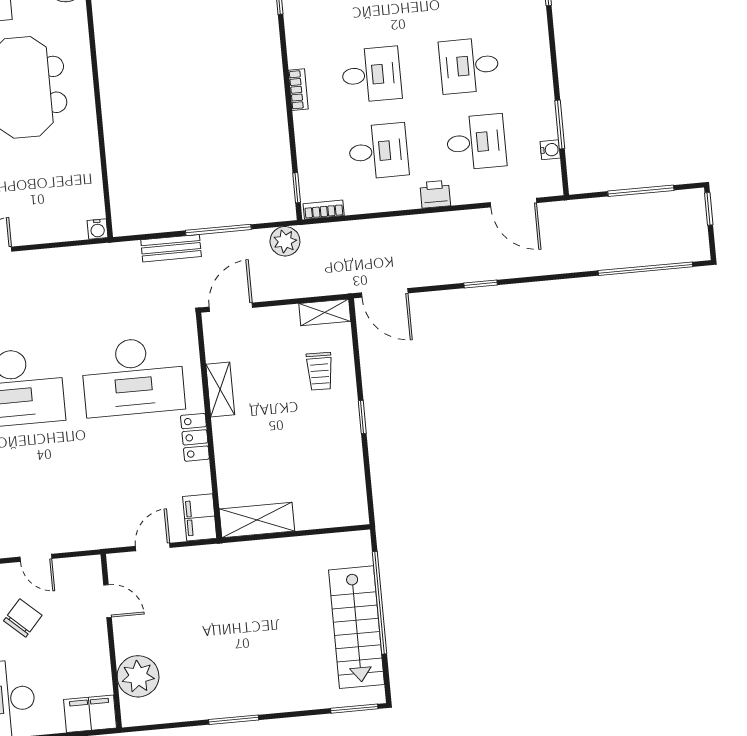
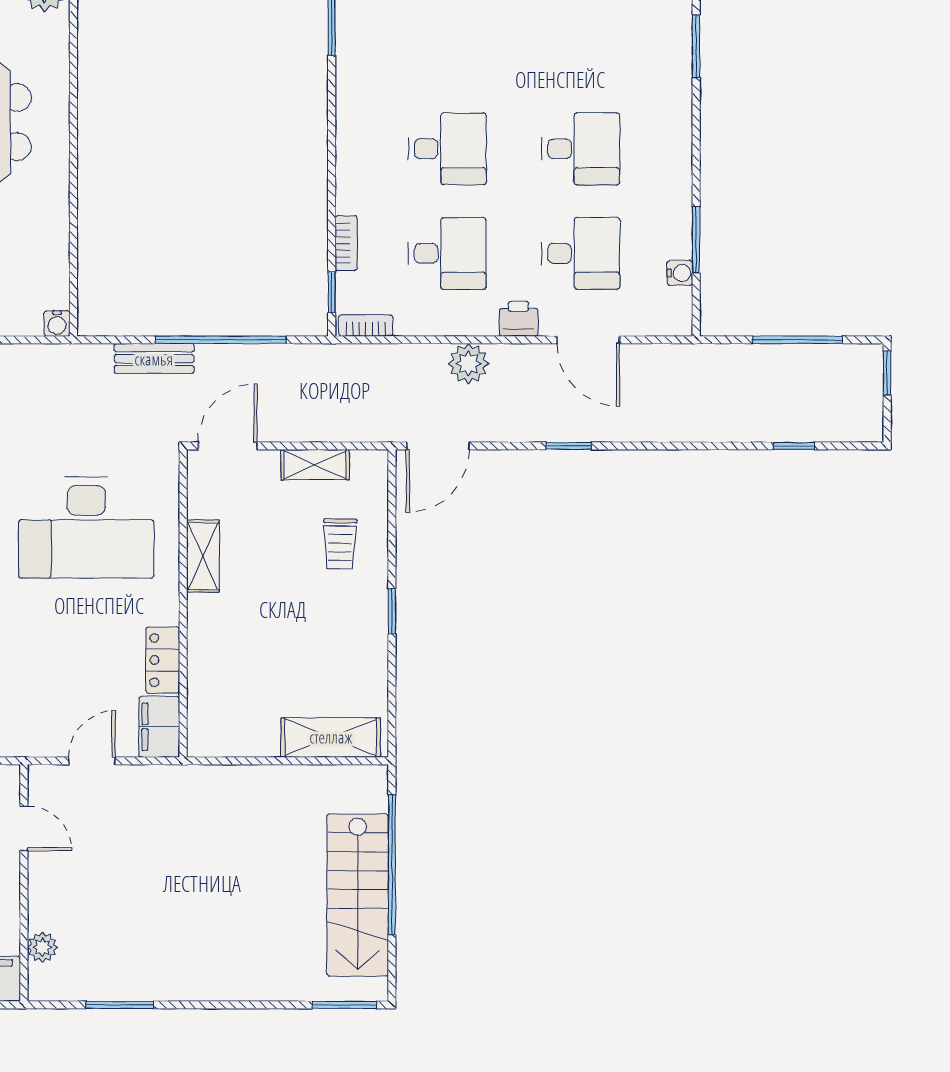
desk: (469, 66) -> (581, 149), turned 180
bookcase: (298, 90) -> (346, 243), moved
door: (513, 203) -> (588, 340), moved
window: (218, 230) -> (221, 340), width x1.46
plant: (285, 241) -> (468, 364), moved
window: (645, 269) -> (794, 446), width x0.32
door: (385, 293) -> (438, 446), hinge flipped
shelving: (325, 312) -> (315, 465), moved
locker: (195, 437) -> (163, 660), moved
shelving: (257, 520) -> (331, 737), moved
plant: (138, 676) -> (42, 947), width x0.53, depth x0.53
window: (234, 720) -> (120, 1005), moved

